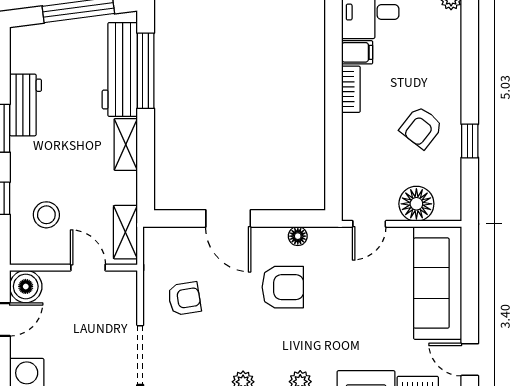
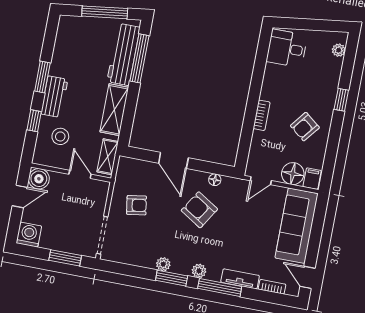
filing cabinet: (357, 52) -> (312, 179), moved, turned -90
bookcase: (351, 89) -> (262, 115), moved
workbench: (25, 105) -> (54, 97), moved
window: (470, 141) -> (341, 100), moved
shelving: (126, 145) -> (114, 110), width x1.50, depth x1.33
armchair: (283, 287) -> (199, 210), turned -148

